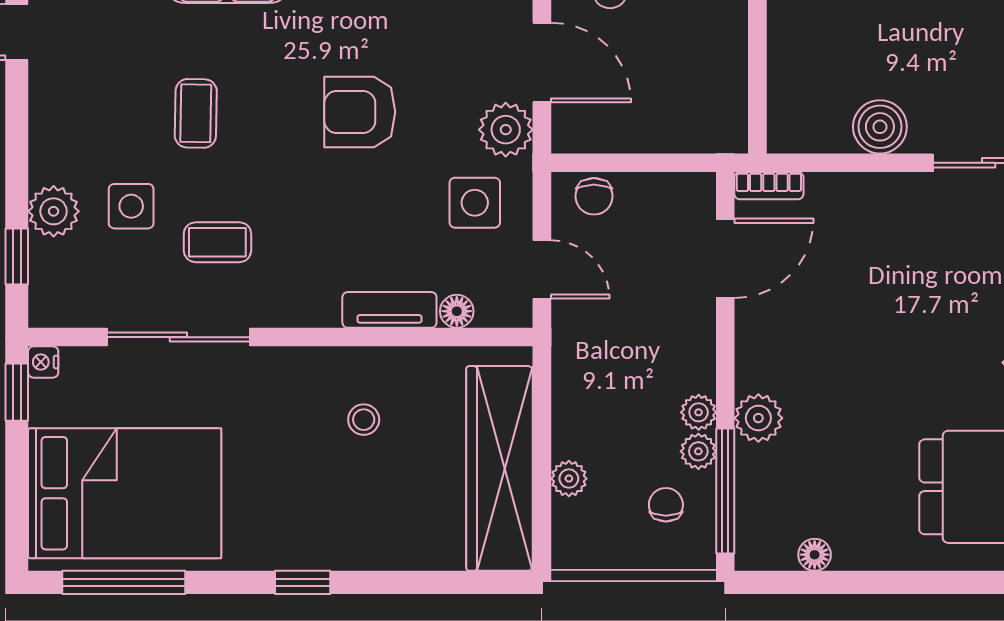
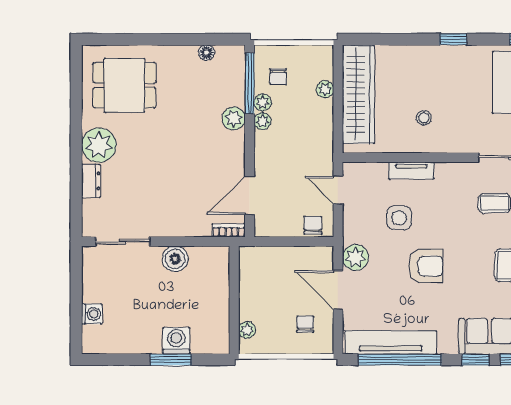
side table: (475, 203) -> (399, 218), moved
floor lamp: (457, 311) -> (379, 170), removed

